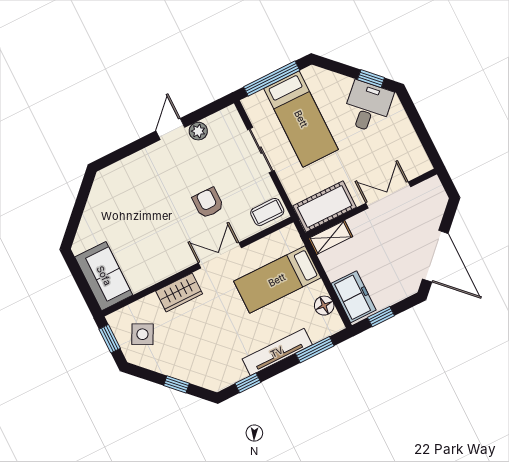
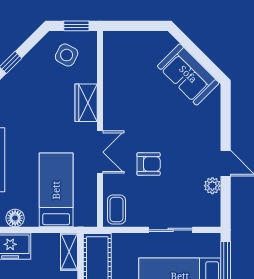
sofa: (104, 276) -> (188, 74), moved, turned 45

